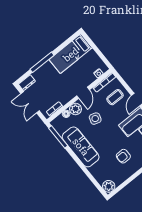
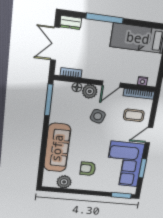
sofa: (81, 147) -> (57, 148), moved
plant: (109, 186) -> (64, 182), moved

